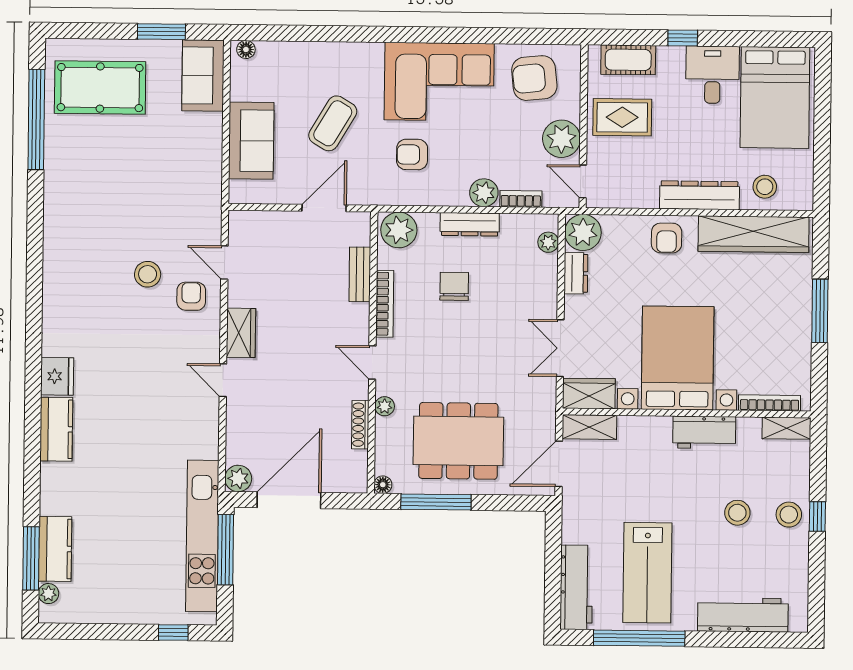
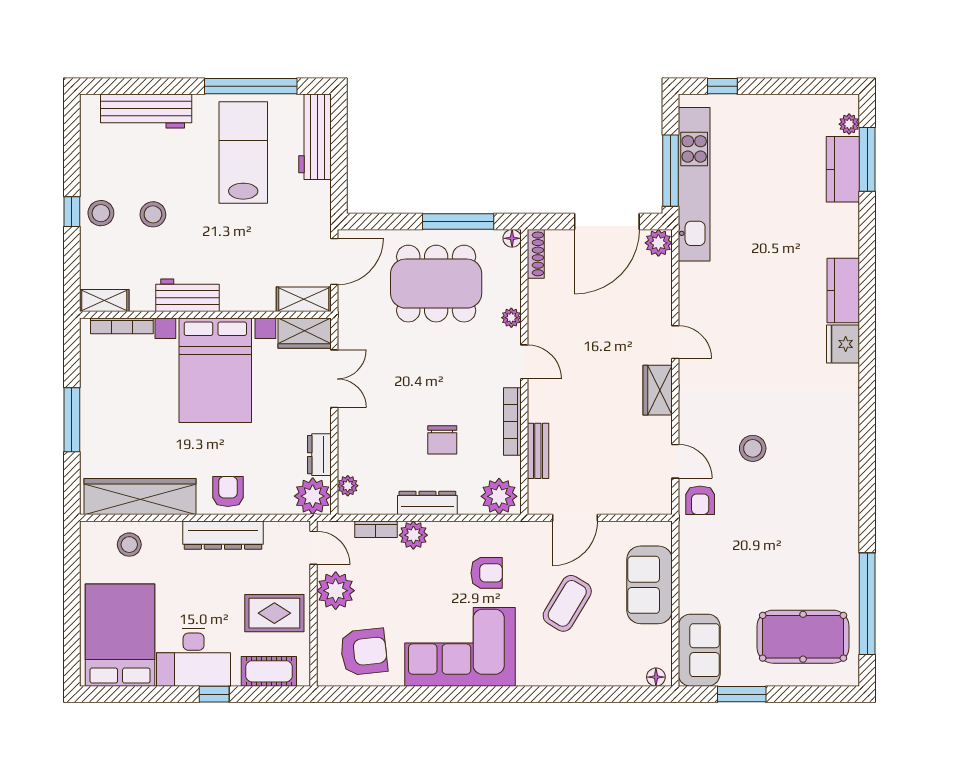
desk: (712, 75) -> (194, 657), width x1.37
dresser: (699, 195) -> (223, 535), moved
armchair: (191, 296) -> (700, 500), moved
shoe rack: (360, 425) -> (536, 254), moved

